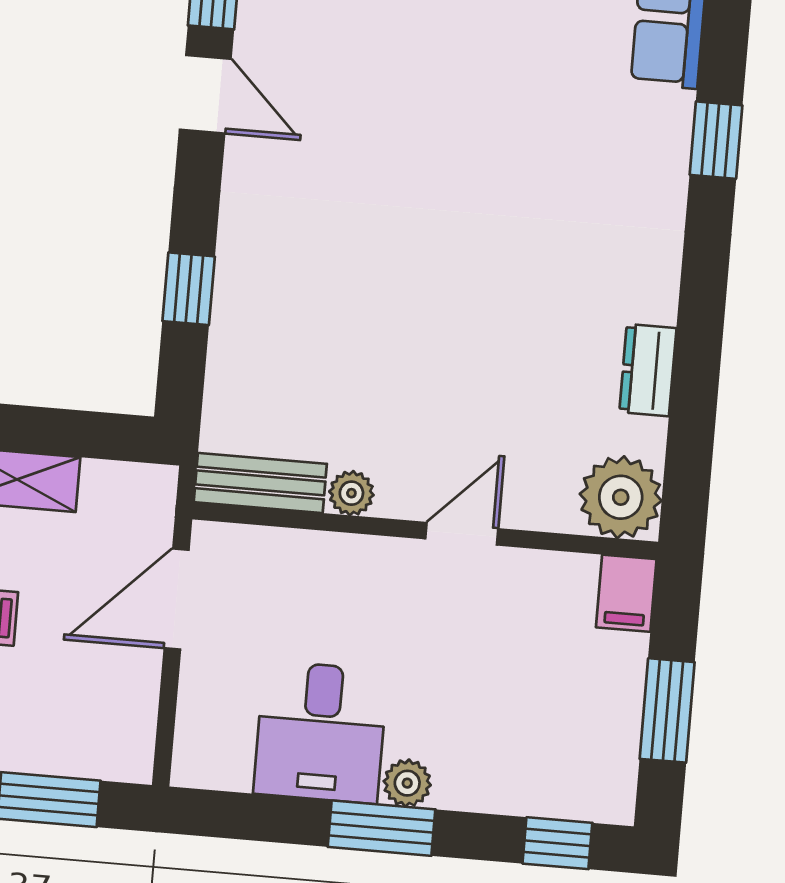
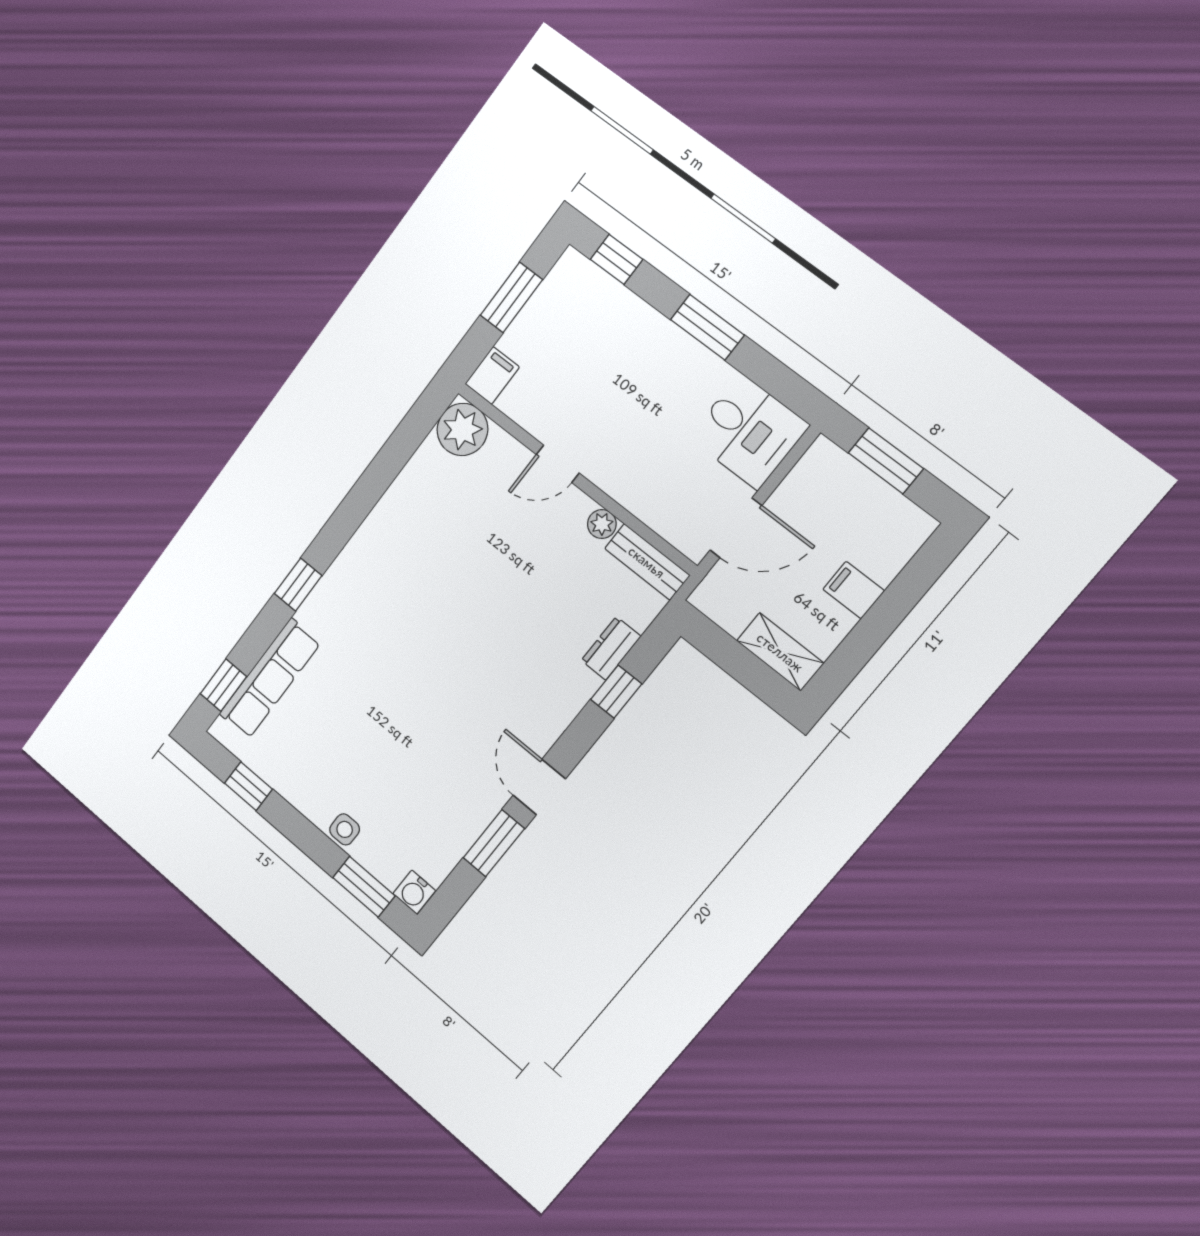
dresser: (648, 370) -> (611, 648), moved, turned 180
desk: (321, 732) -> (749, 431), moved, turned 90
plant: (407, 783) -> (677, 344), removed

